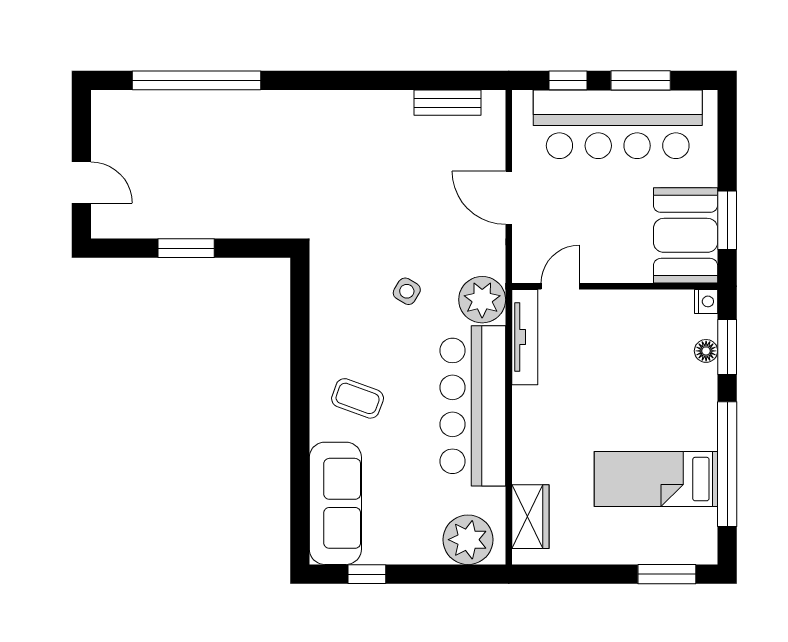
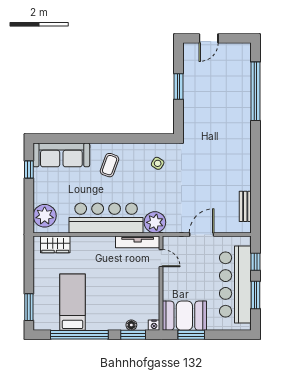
side table: (407, 291) -> (158, 163), moved

